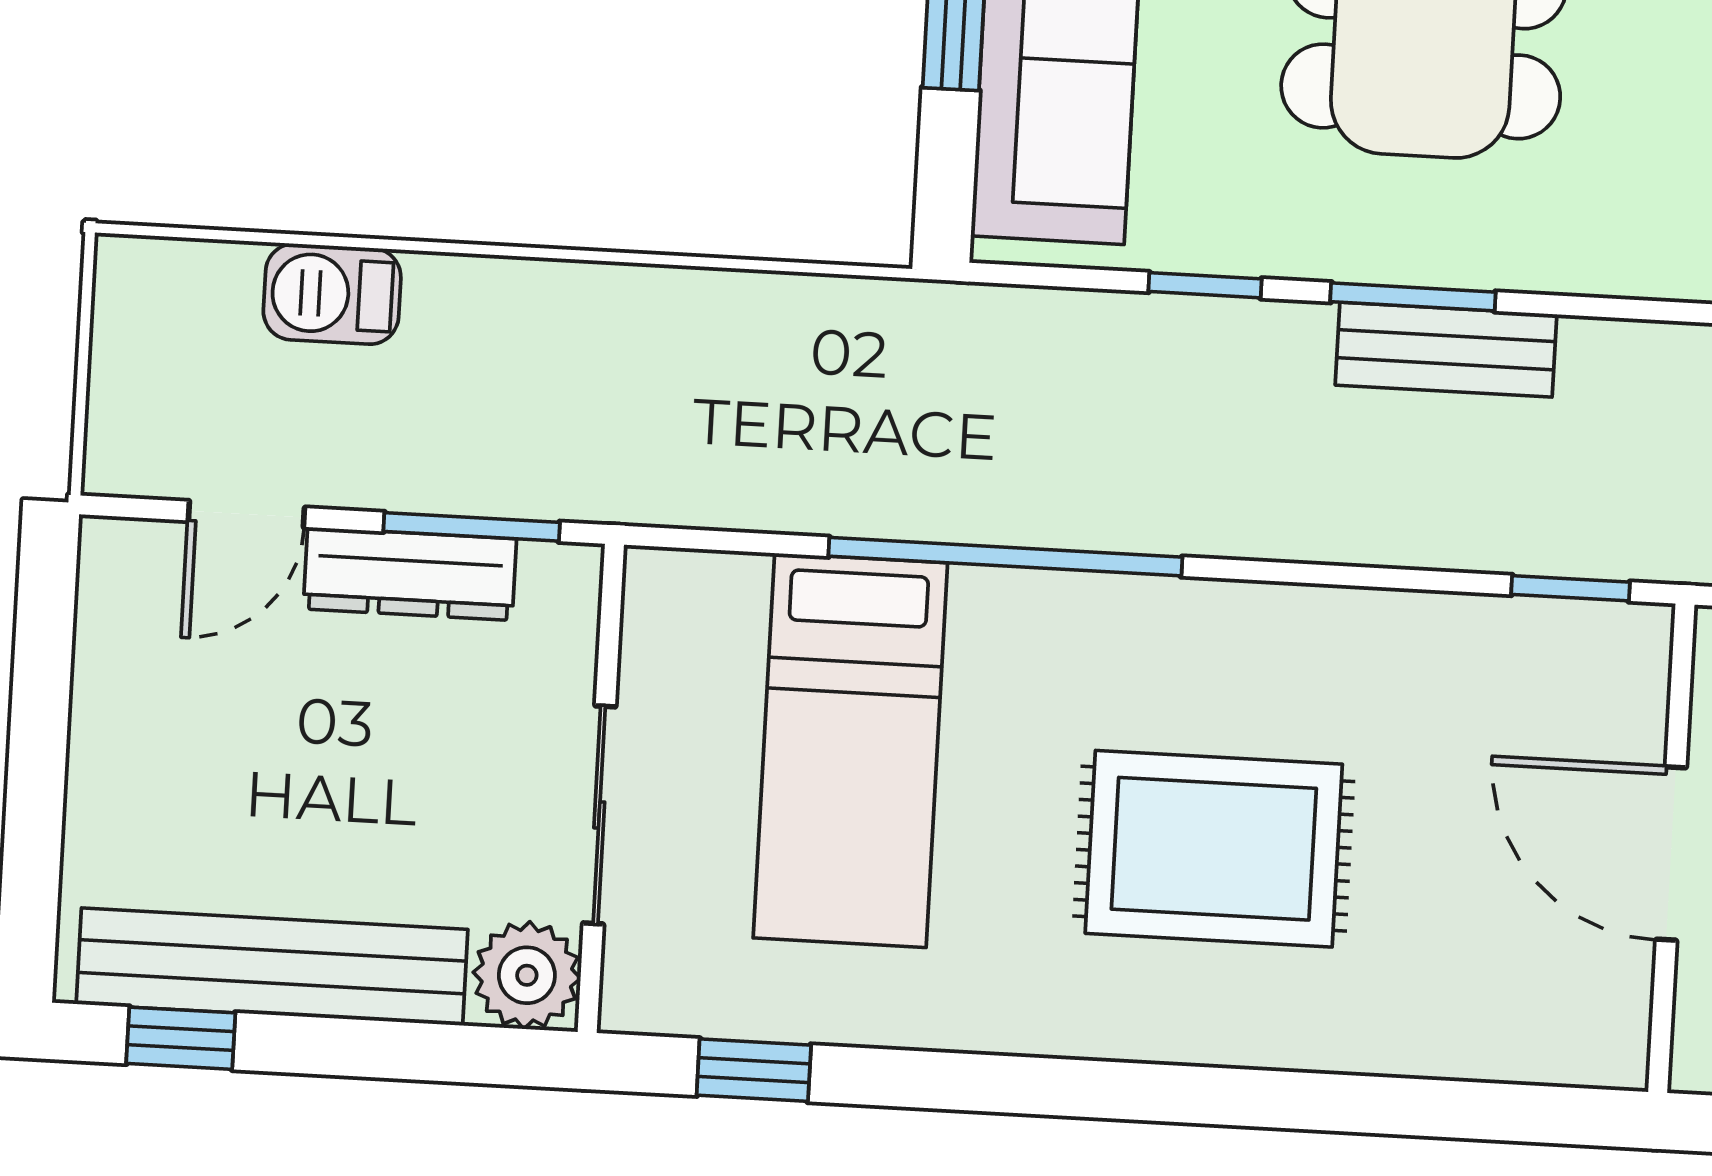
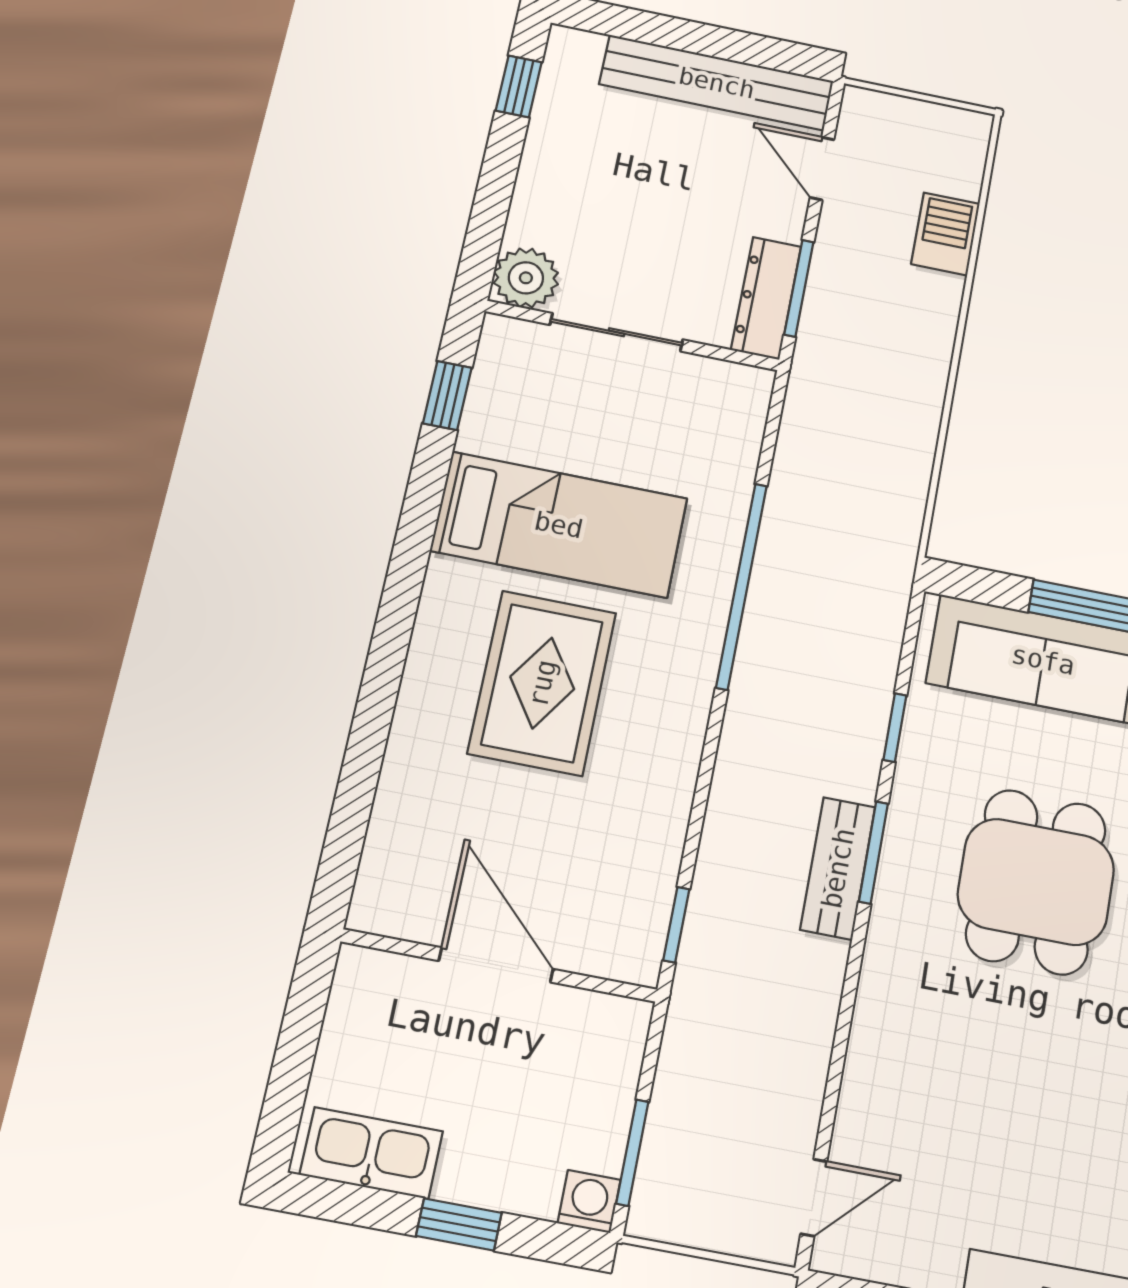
dresser: (410, 574) -> (766, 298), moved
bed: (850, 750) -> (559, 525), moved, turned 180
door: (1671, 854) -> (496, 965), hinge flipped
bench: (272, 967) -> (717, 83), moved, turned 90

